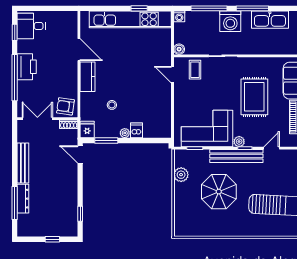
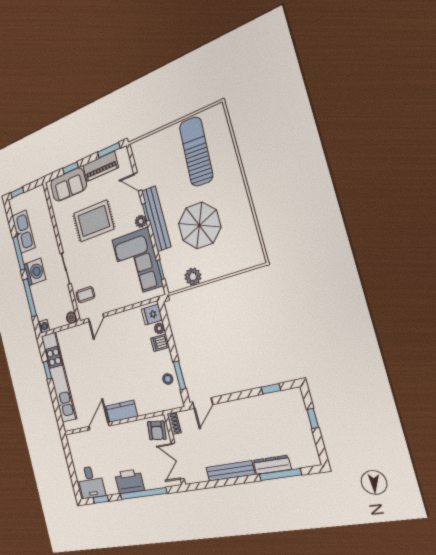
stool: (112, 105) -> (168, 379), moved
fridge: (87, 129) -> (152, 315), moved
plant: (125, 133) -> (159, 328), moved

